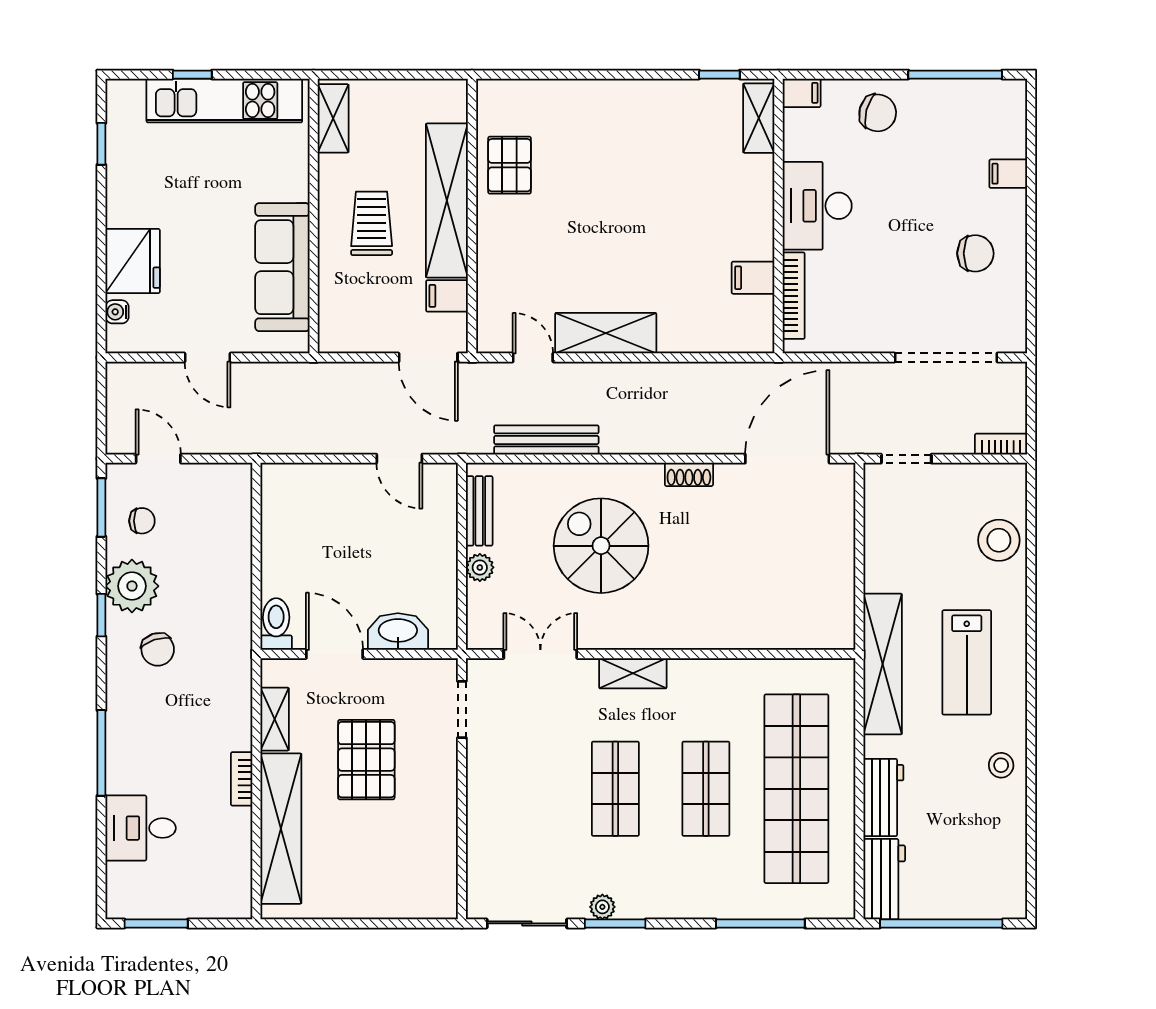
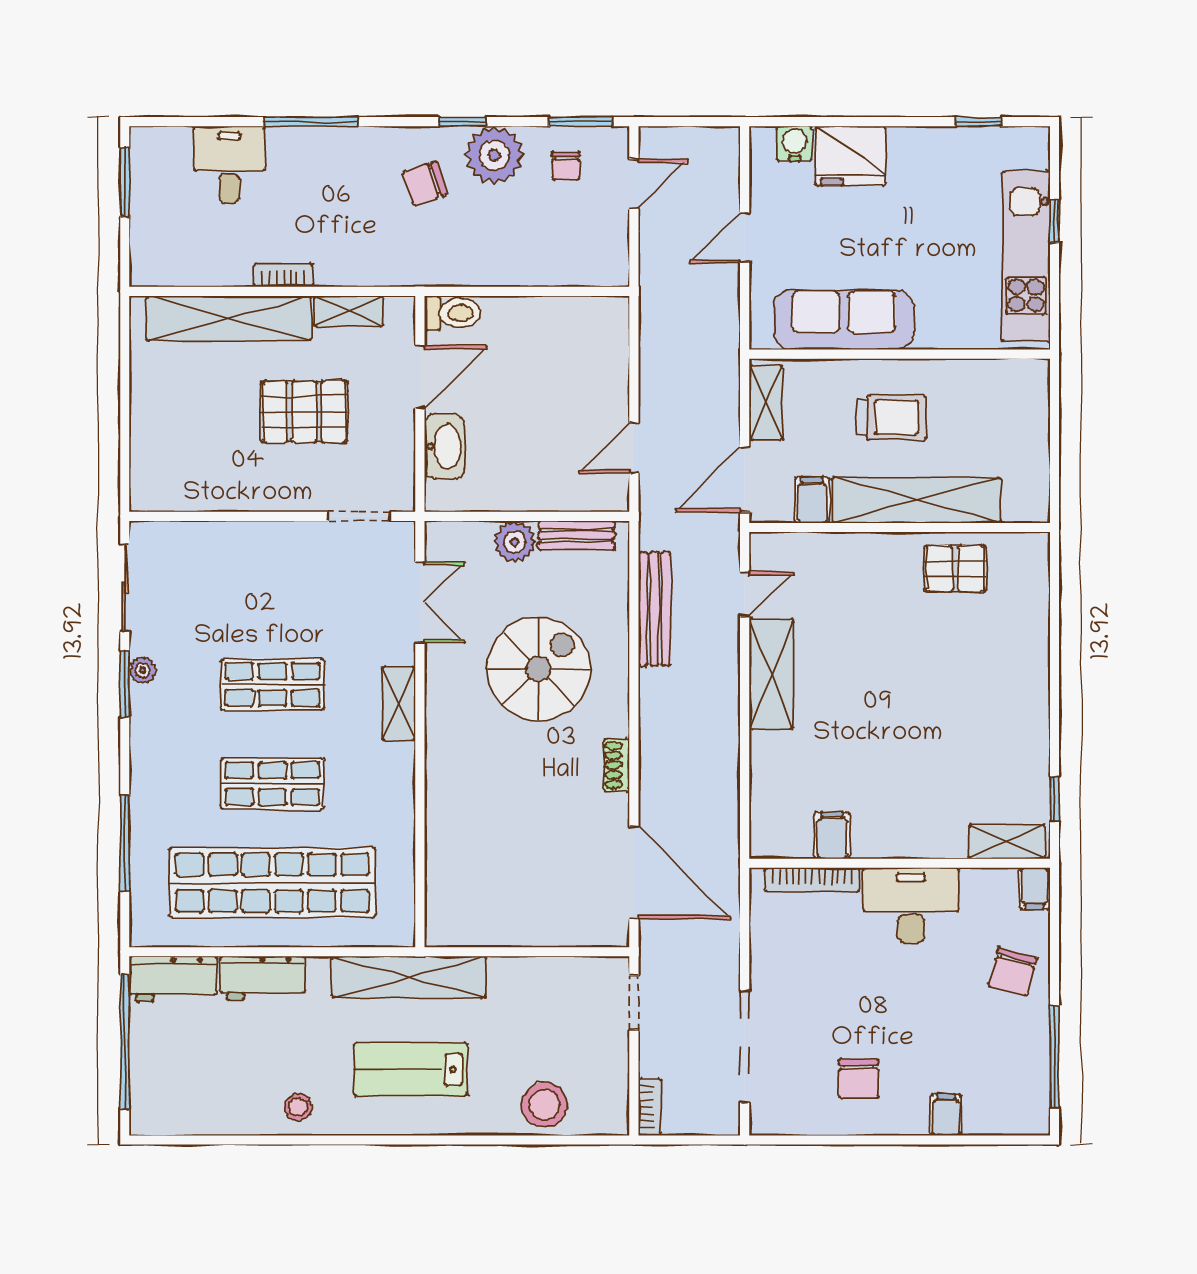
shelving: (333, 118) -> (766, 403), moved, turned 90
water cooler: (117, 312) -> (795, 144), width x1.38, depth x1.38
plant: (480, 567) -> (515, 542), width x1.38, depth x1.38

